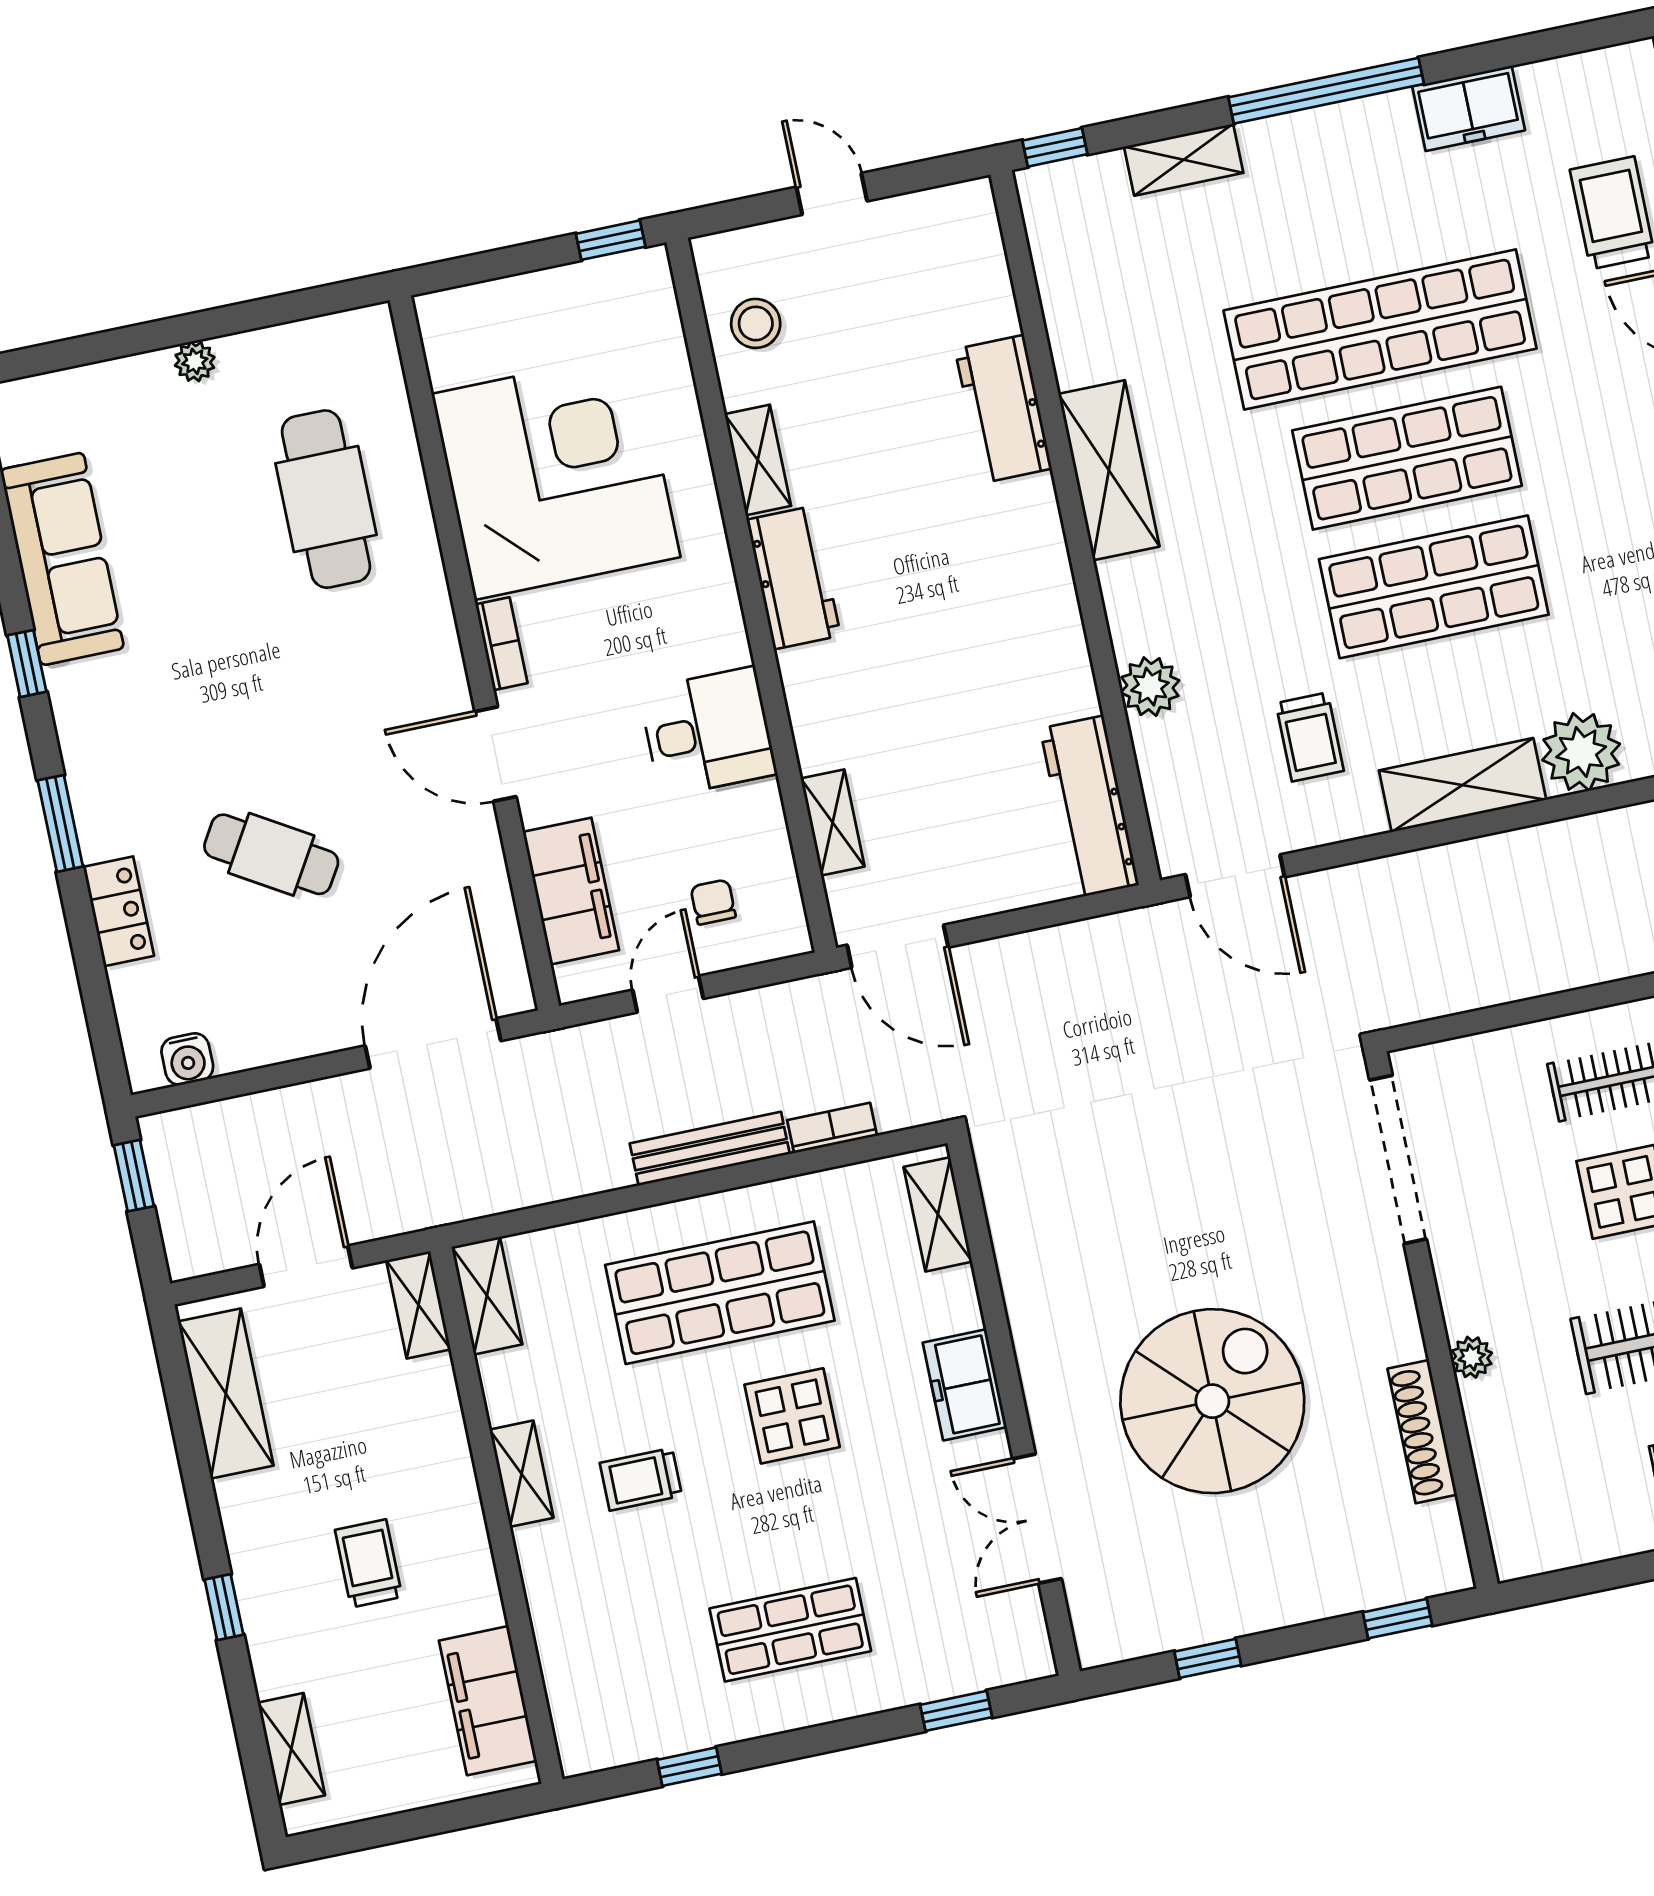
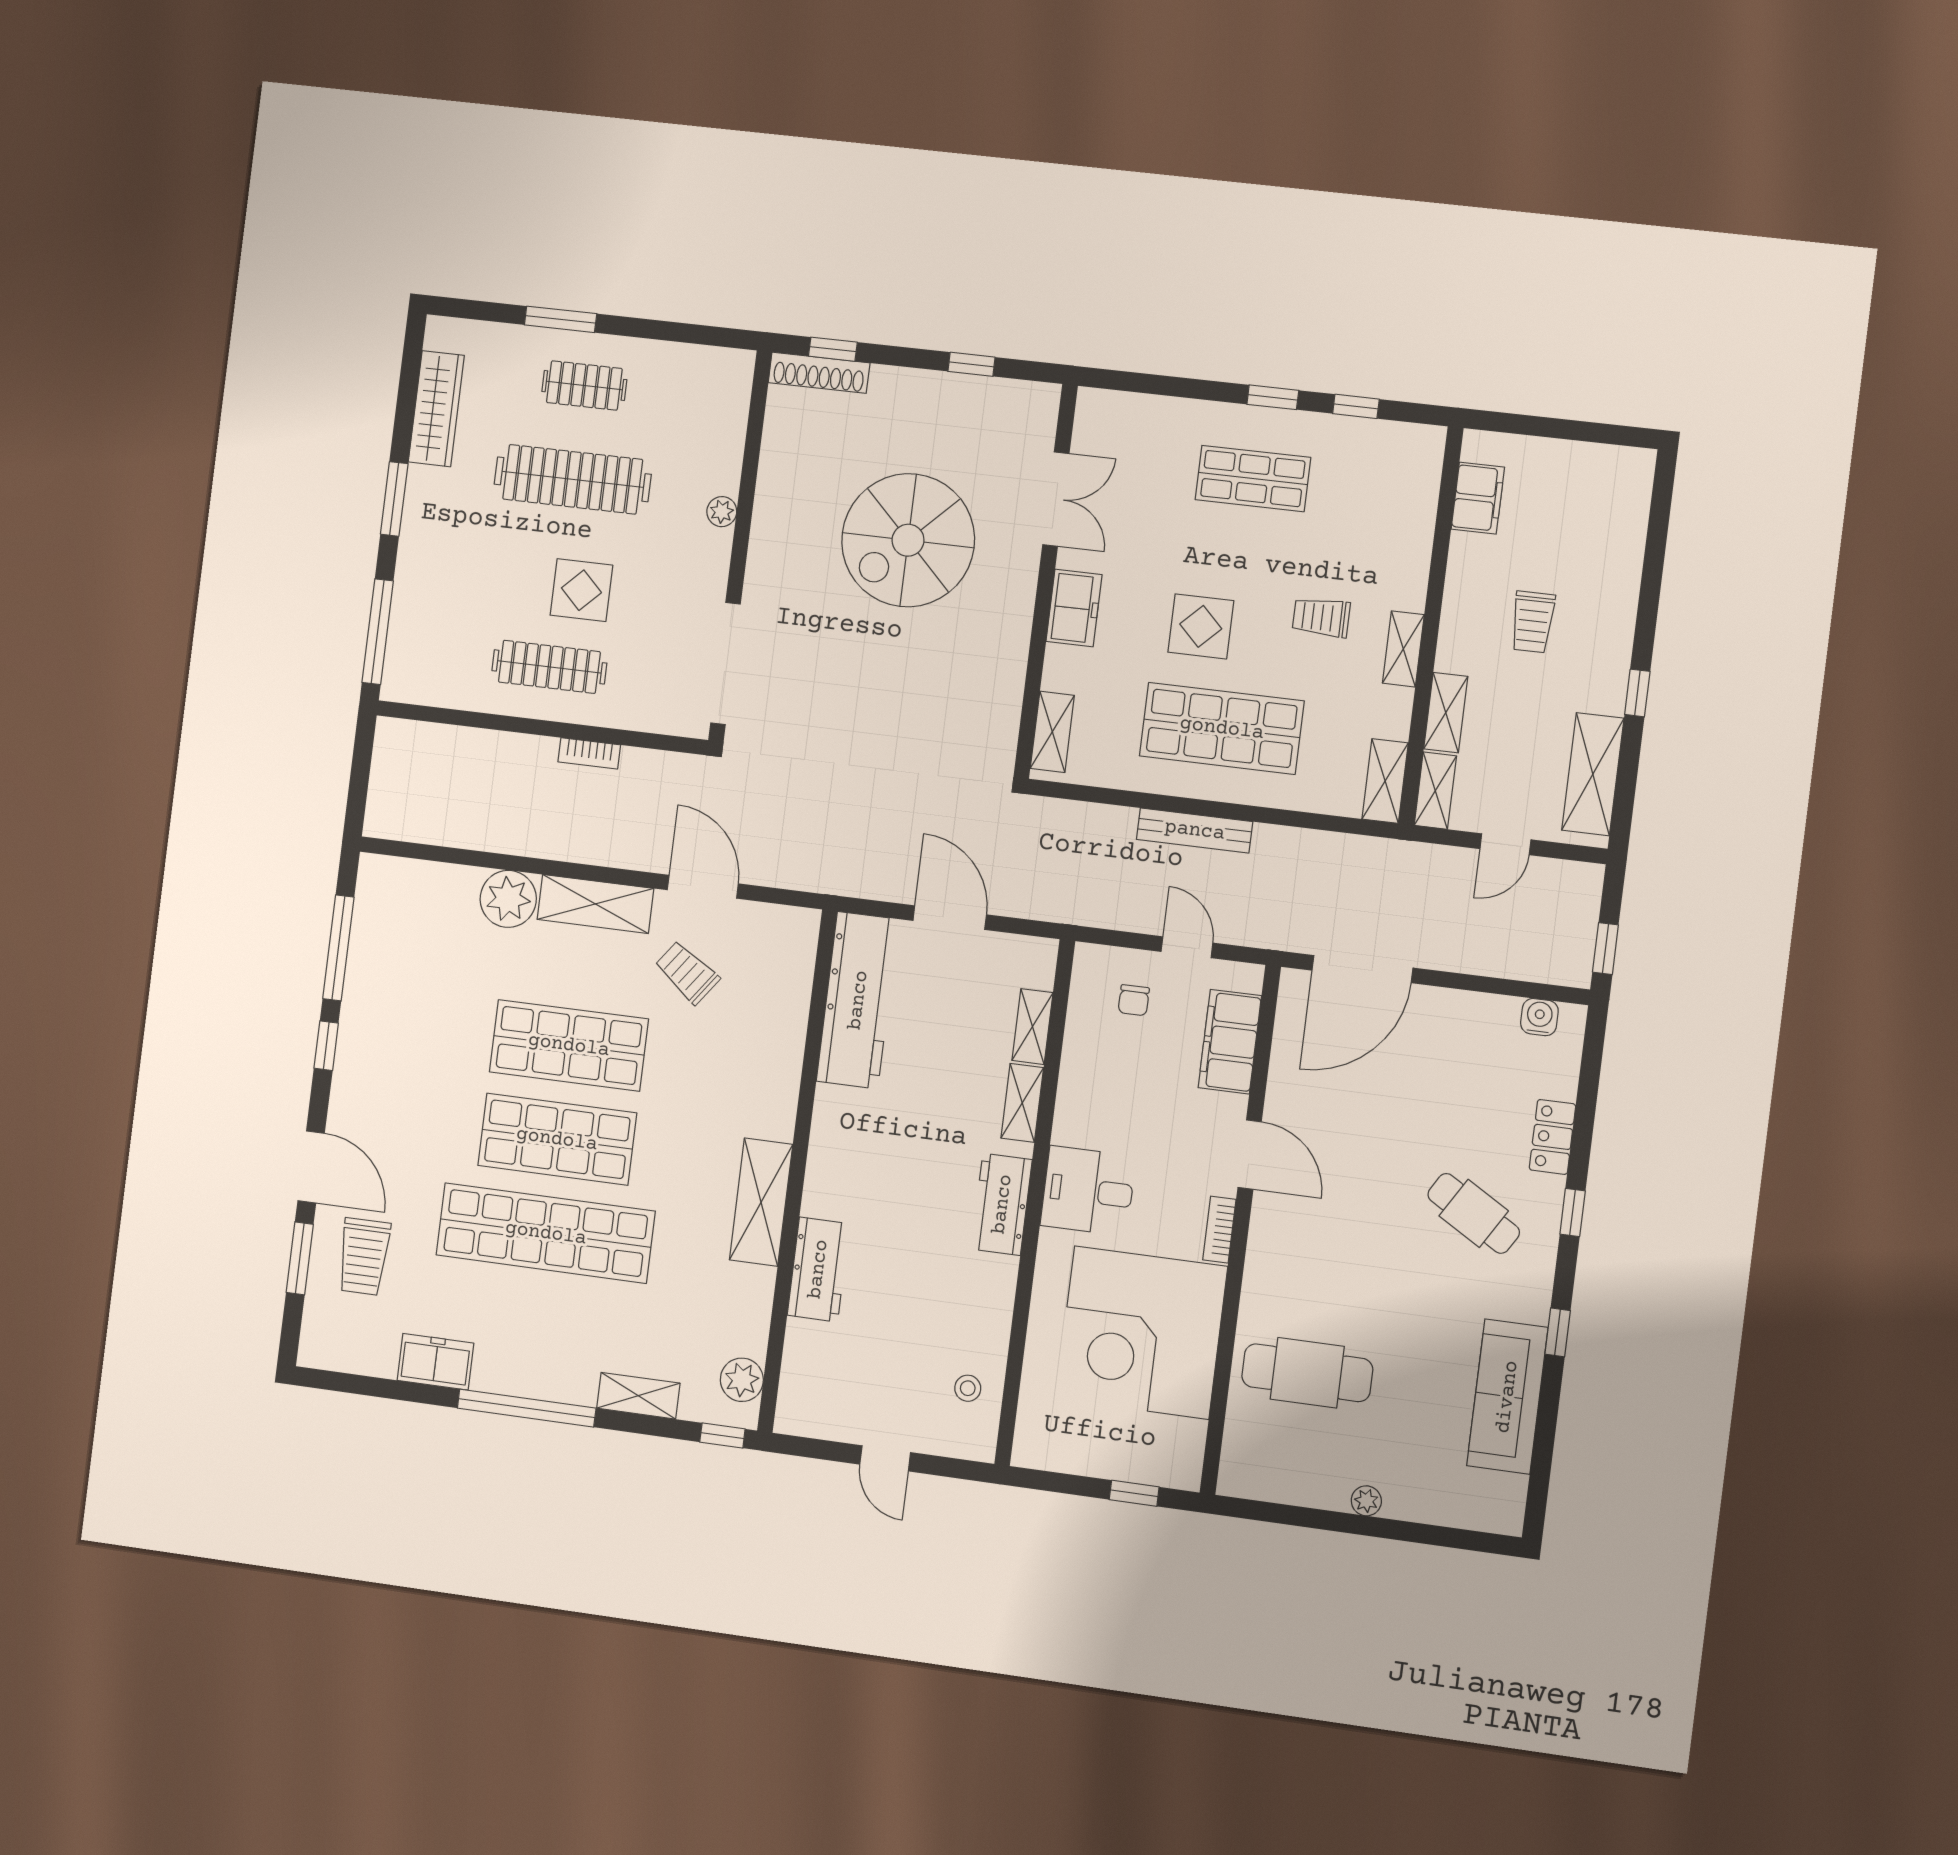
window: (611, 240) -> (1134, 1493), moved
stool: (756, 323) -> (968, 1388), width x0.73, depth x0.73
shelving: (758, 460) -> (1022, 1103), moved
cafe table: (326, 499) -> (1307, 1373), turned 90
plant: (1150, 687) -> (742, 1380), moved
desk: (708, 732) -> (1088, 1191), moved
trolley: (1310, 737) -> (687, 972), turned -54
workbench: (1089, 807) -> (858, 1000), width x1.36, depth x1.32
window: (60, 823) -> (1573, 1213), width x0.67
cafe table: (271, 854) -> (1474, 1213), moved
door: (1235, 876) -> (703, 887), moved
door: (898, 946) -> (950, 918), moved
door: (668, 994) -> (1187, 947), swing flipped
bookcase: (832, 1128) -> (589, 753), moved
door: (306, 1266) -> (1505, 844), width x0.73
shoe rack: (1422, 1432) -> (819, 373), moved, turned 90
trolley: (641, 1479) -> (1321, 617), turned 180
window: (224, 1607) -> (1637, 693), moved
filing cabinet: (488, 1701) -> (1478, 498), width x0.67, depth x0.86
window: (956, 1711) -> (1273, 397), moved
shelving: (291, 1749) -> (1446, 713), moved

